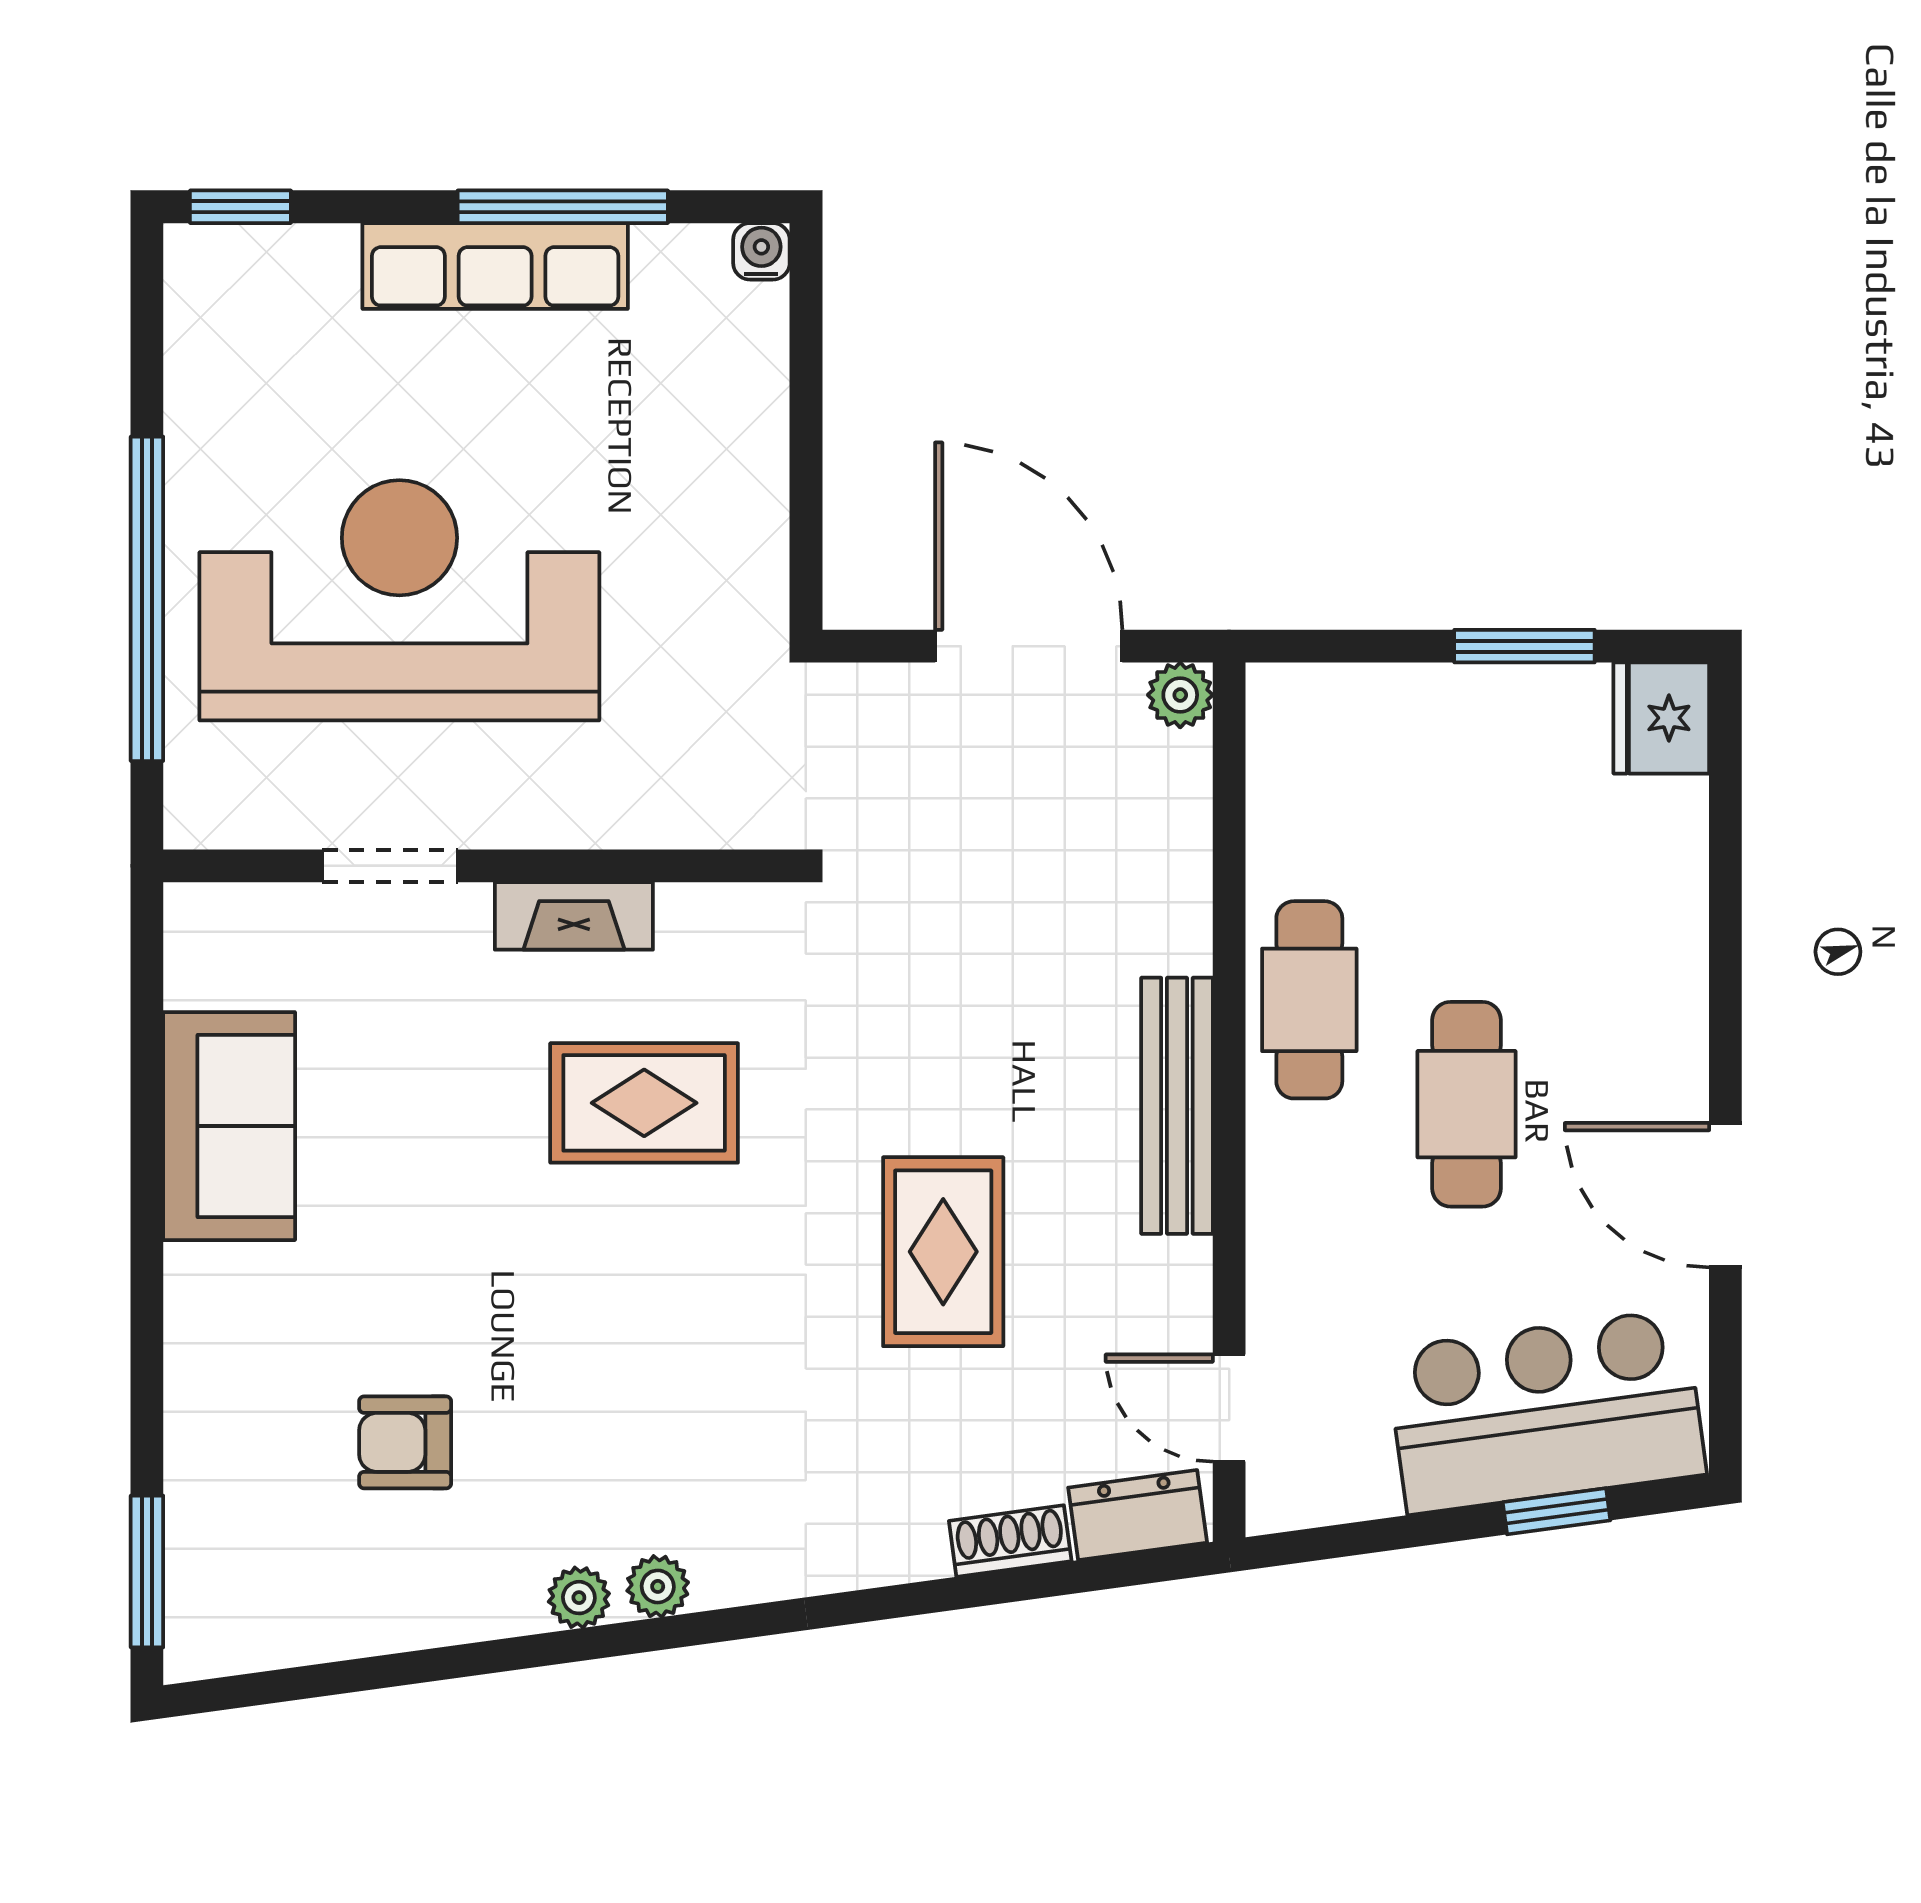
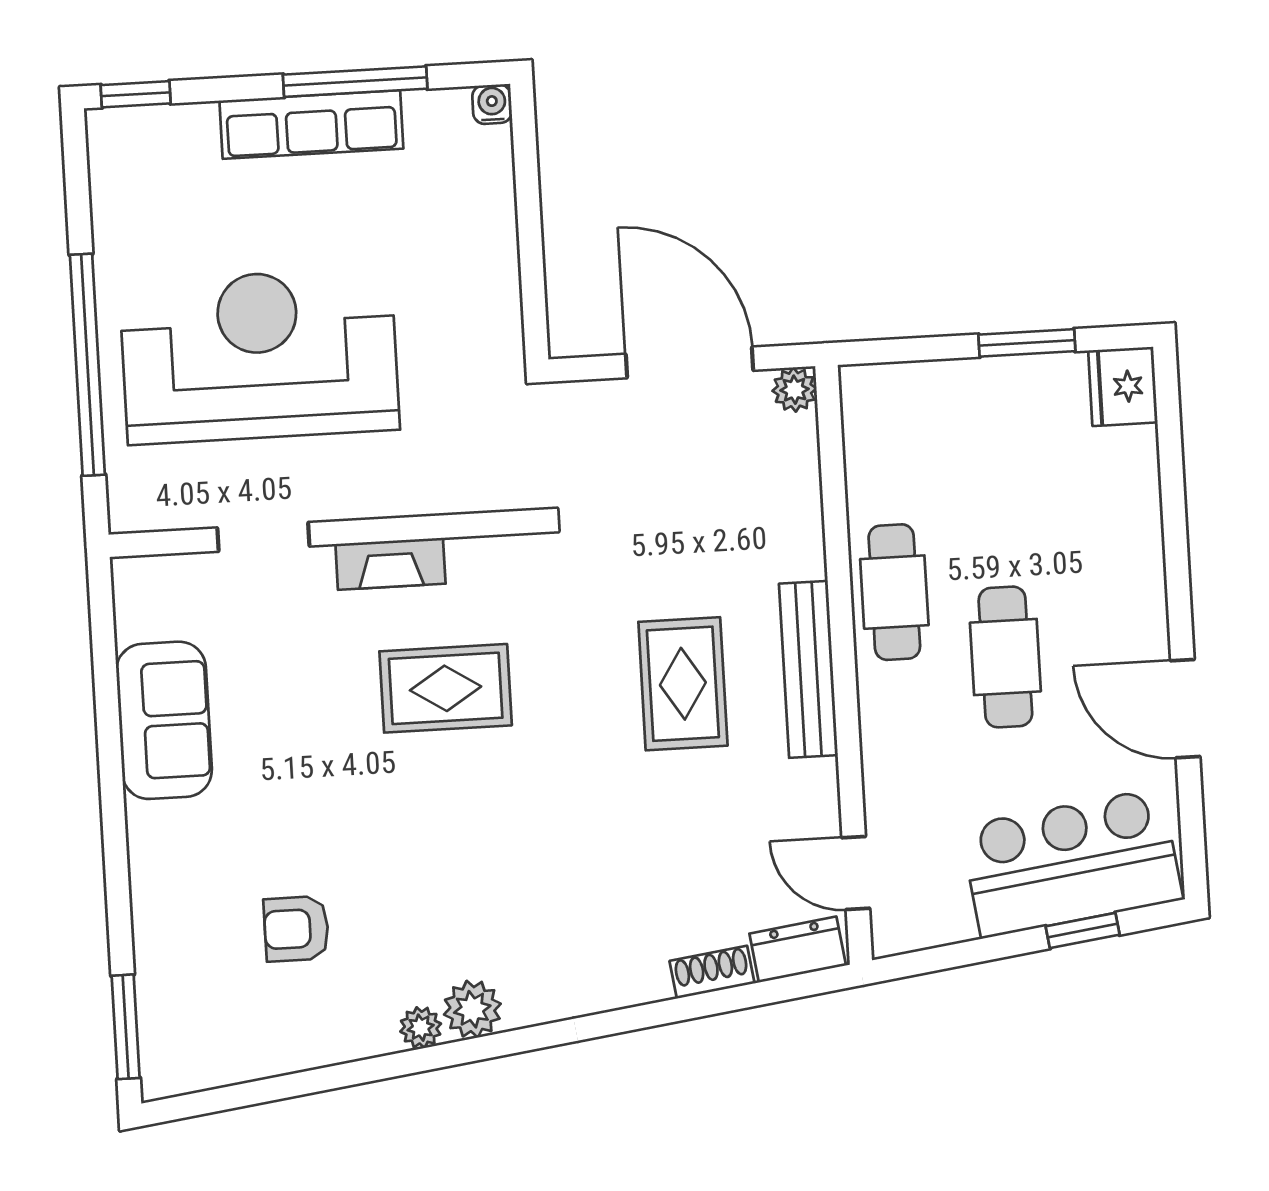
rug: (943, 1252) -> (683, 684), moved
plant: (658, 1586) -> (472, 1009), width x1.38, depth x1.38

